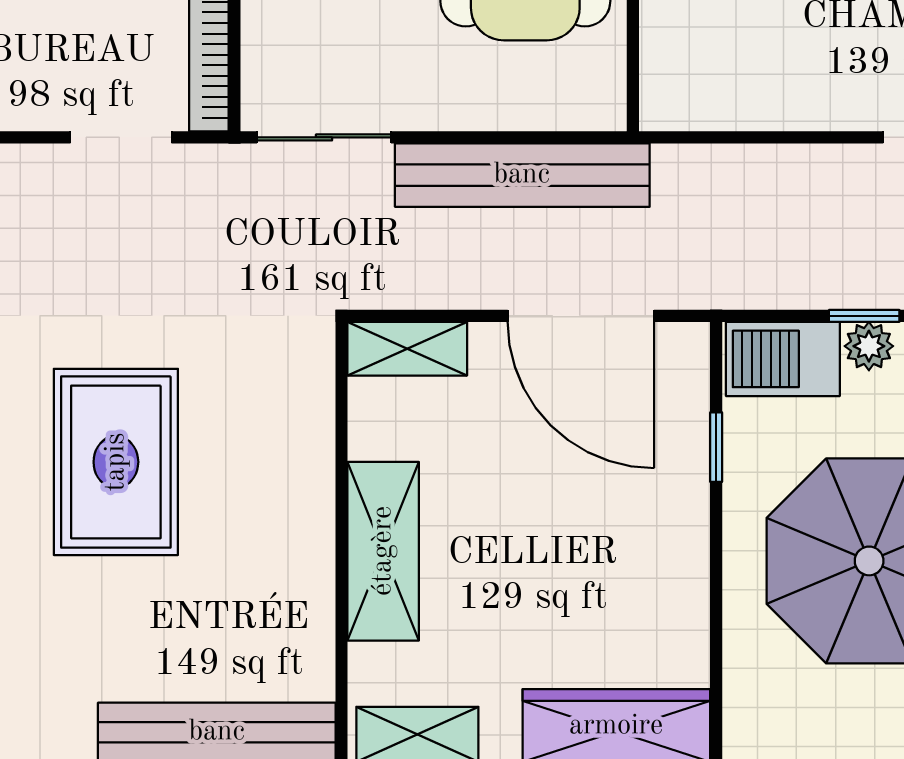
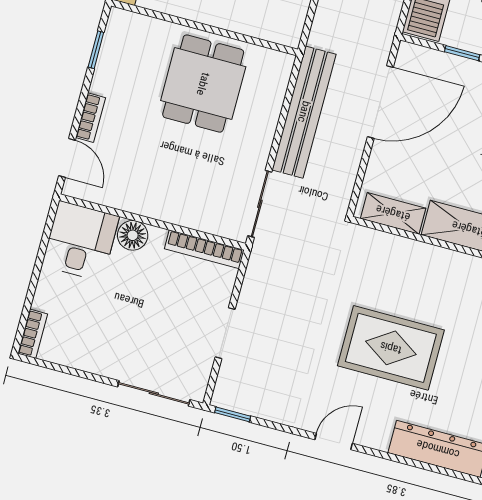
doorway: (121, 137) -> (225, 333), moved
shelving: (407, 349) -> (393, 213), moved, turned 90

